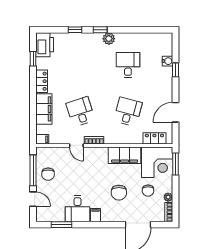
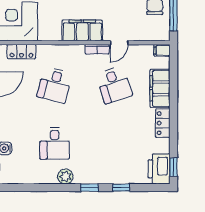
plant: (109, 39) -> (65, 176), moved
window: (33, 59) -> (173, 167), moved
door: (76, 145) -> (119, 43), swing flipped
filing cabinet: (125, 155) -> (82, 30), moved

